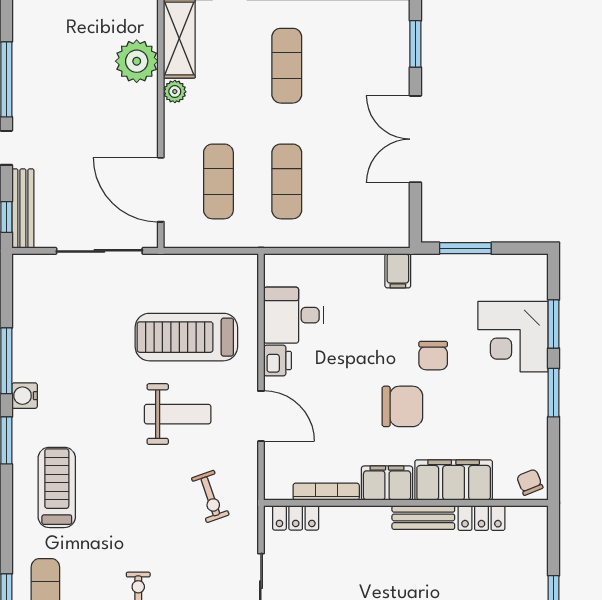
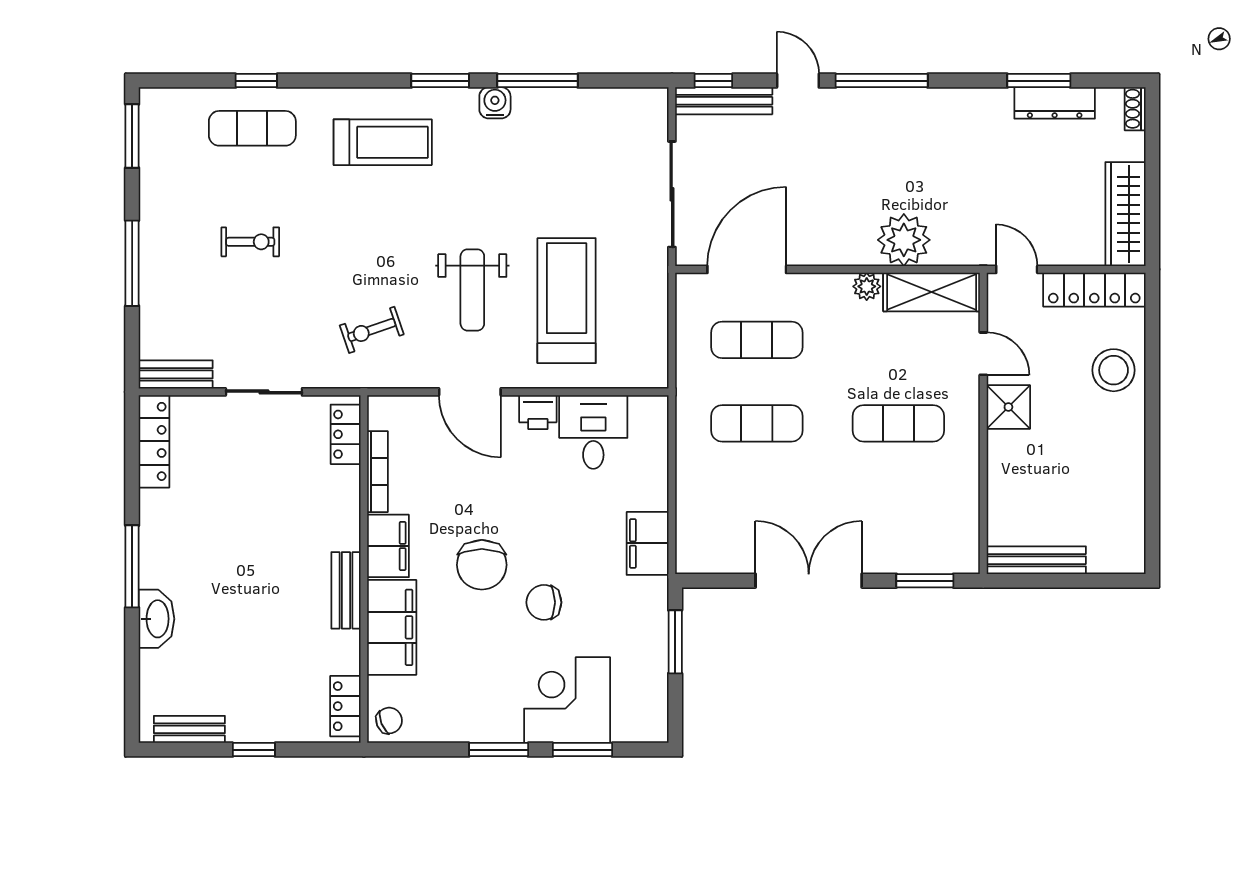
filing cabinet: (398, 271) -> (648, 543), width x2.00
door: (261, 416) -> (470, 392), hinge flipped
locker: (481, 518) -> (345, 706), moved

